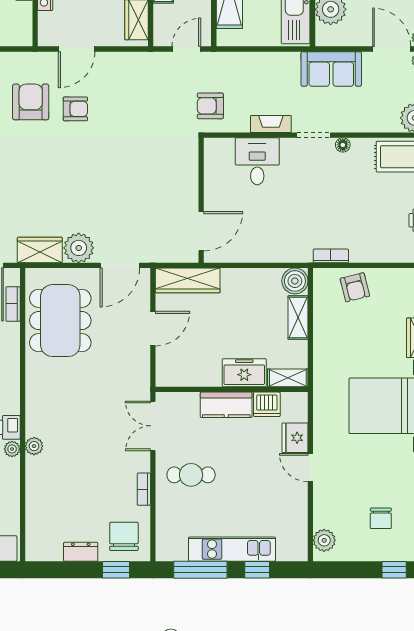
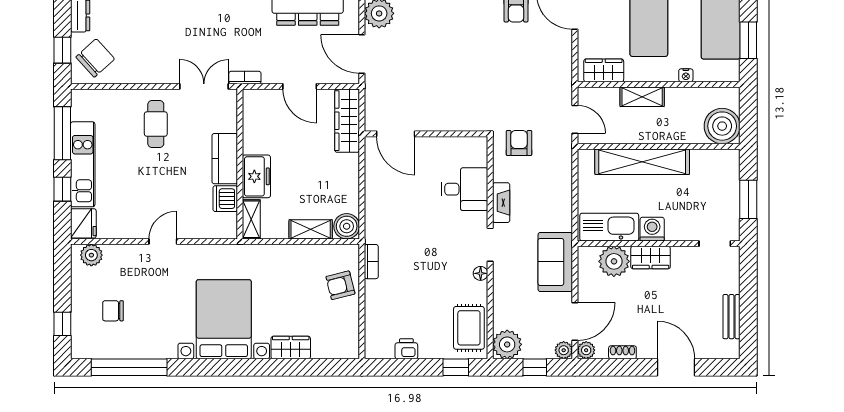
fridge: (295, 438) -> (83, 223), moved, turned 90
bookcase: (144, 489) -> (245, 78), moved
chair: (124, 536) -> (95, 58), turned -42

